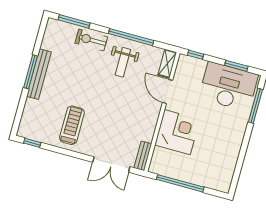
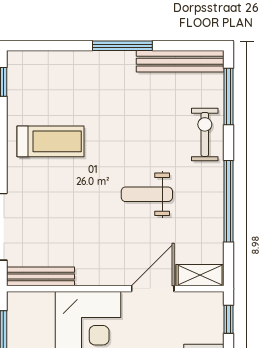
weight bench: (123, 62) -> (147, 194), moved
bench: (39, 74) -> (180, 61), moved
bench: (143, 156) -> (40, 276), width x1.36

